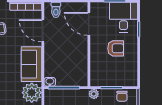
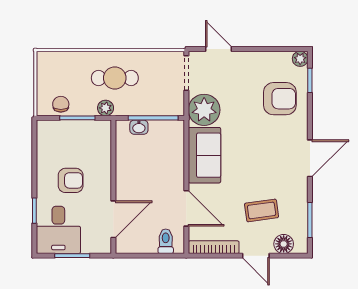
door: (89, 24) -> (113, 219), hinge flipped
armchair: (116, 48) -> (71, 180), turned 180
washbasin: (50, 82) -> (139, 127), moved

